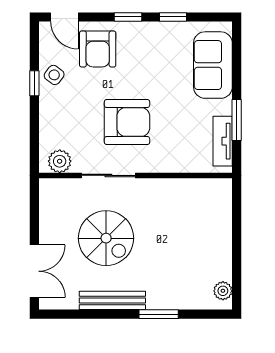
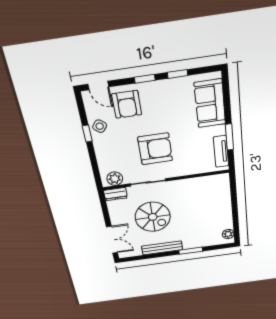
dresser: (56, 188) -> (116, 194), added

